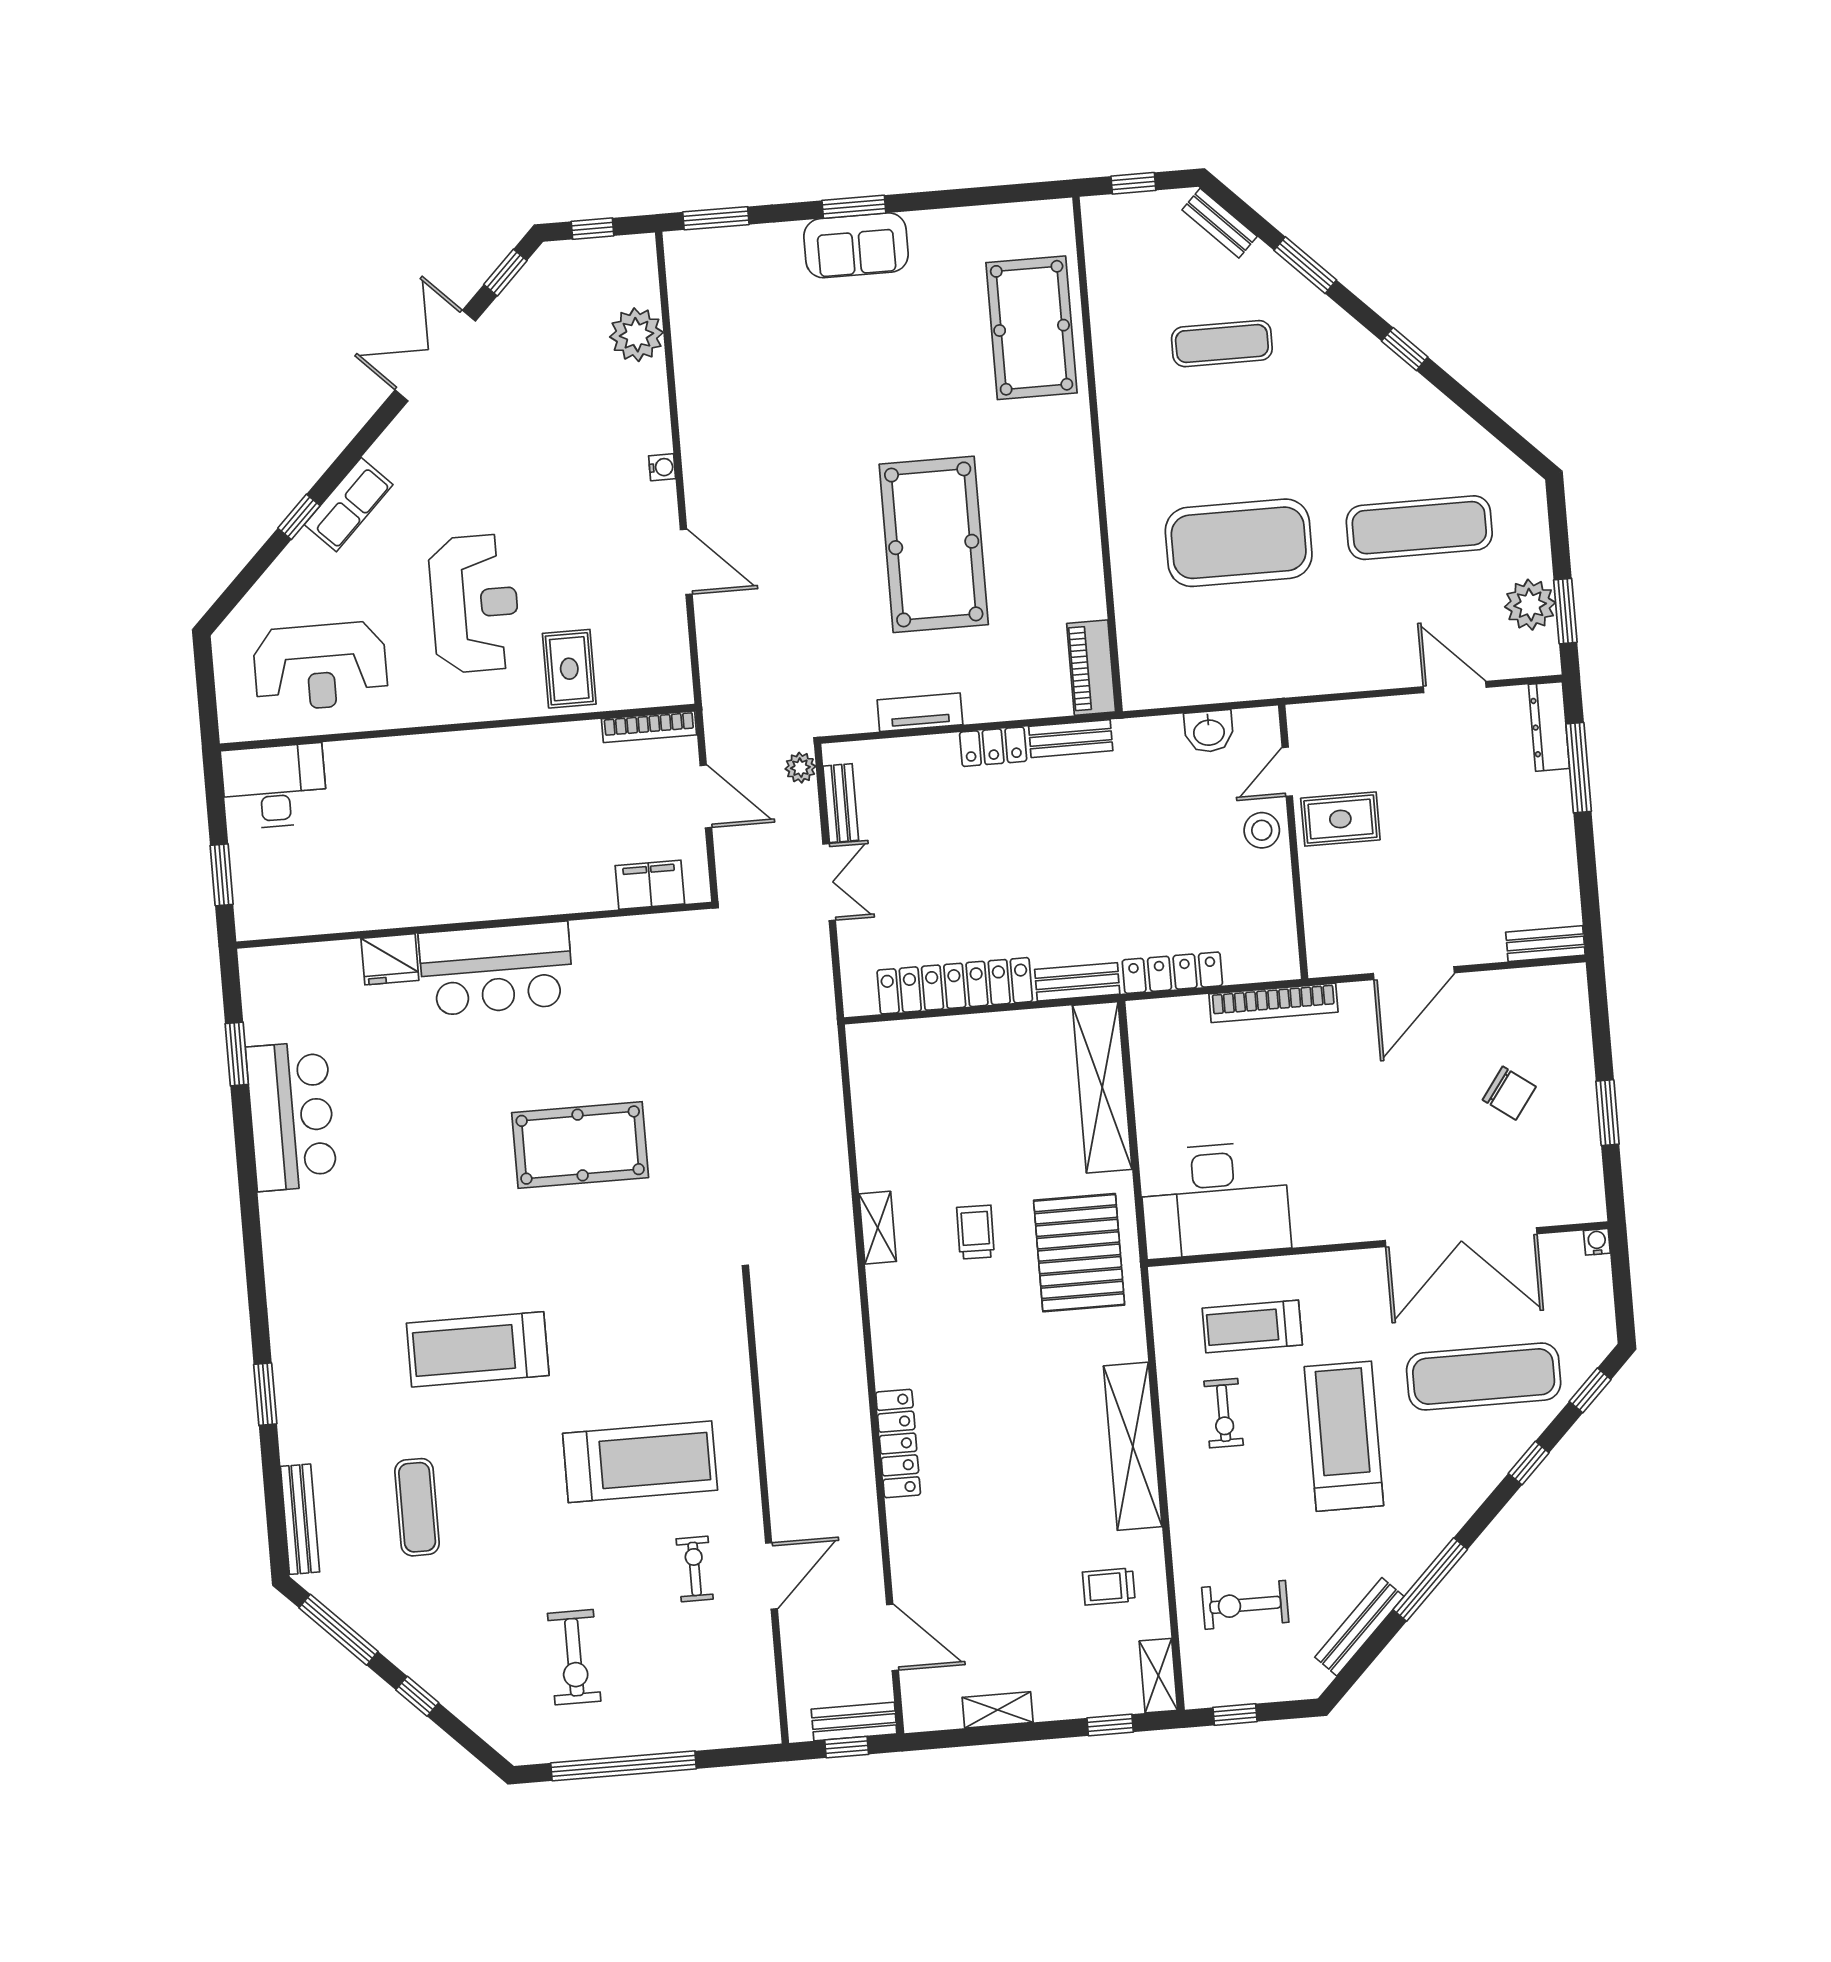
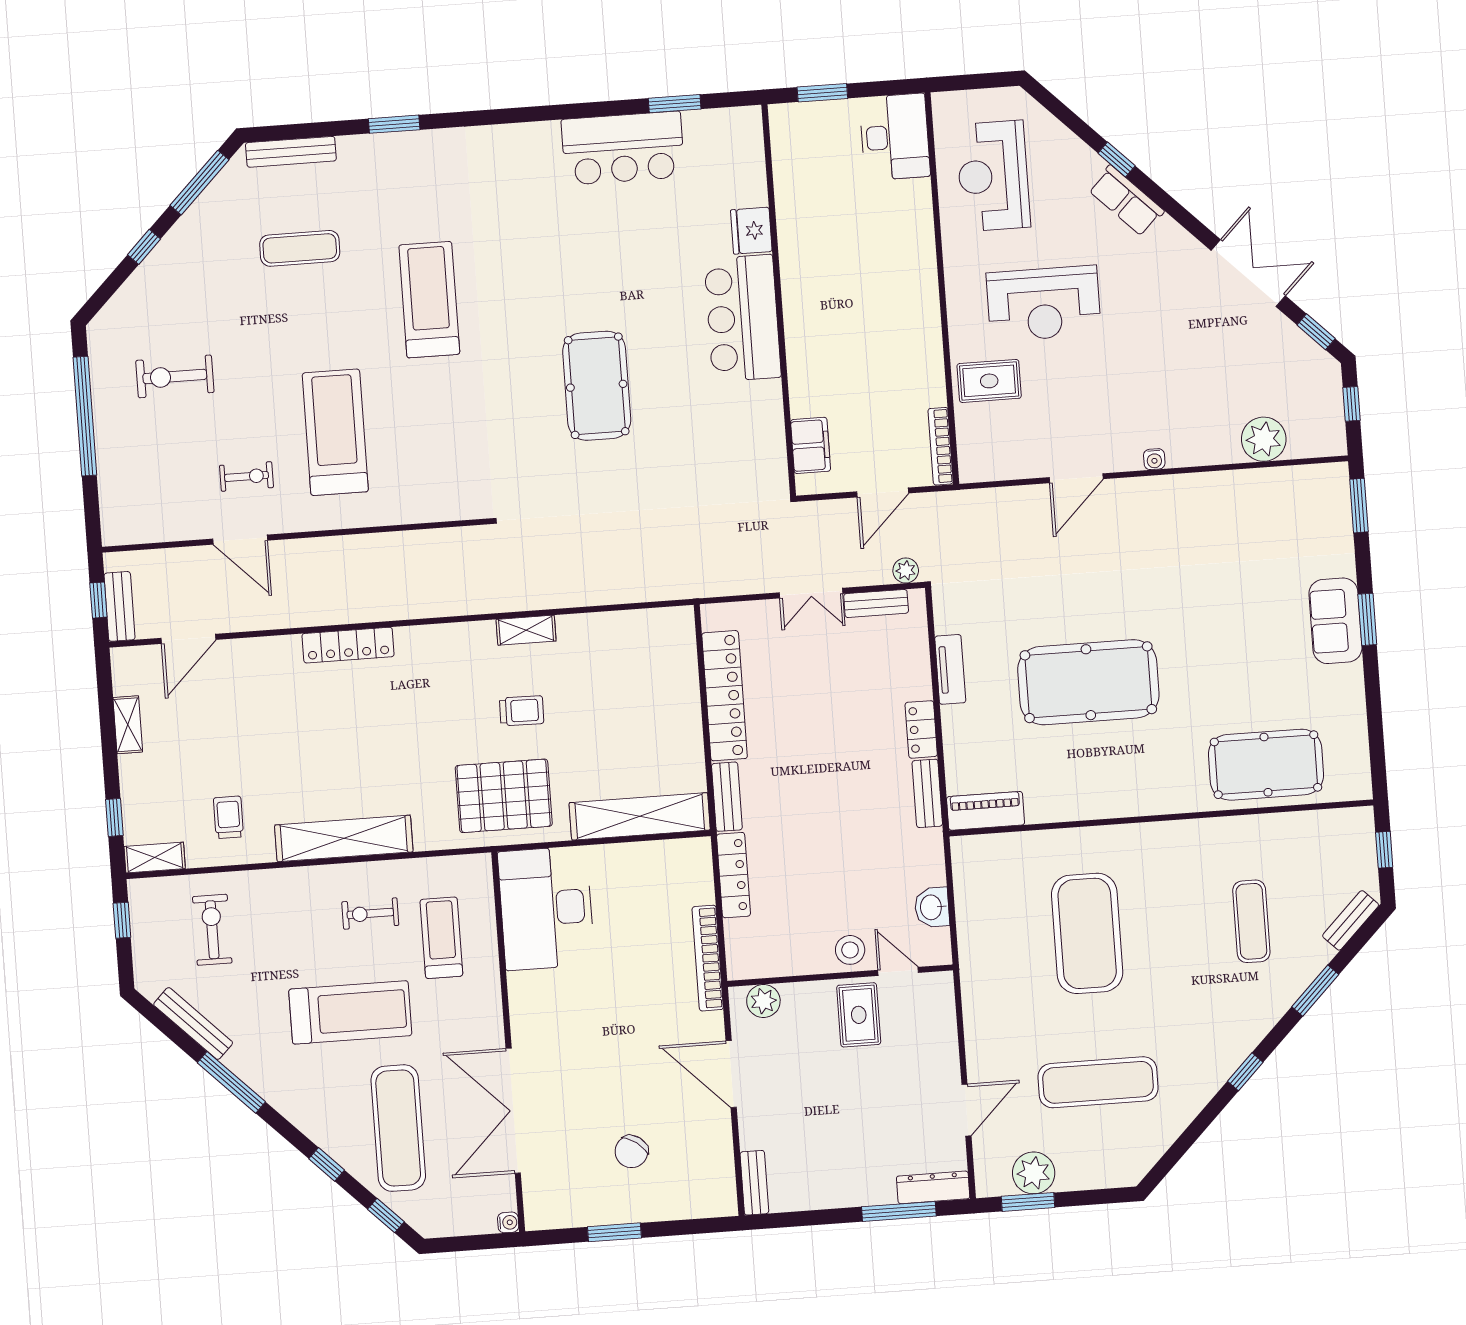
exercise mat: (1419, 528) -> (1098, 1082), turned 90
plant: (1325, 935) -> (763, 1001), added
treadmill: (640, 1462) -> (335, 432), turned 180

